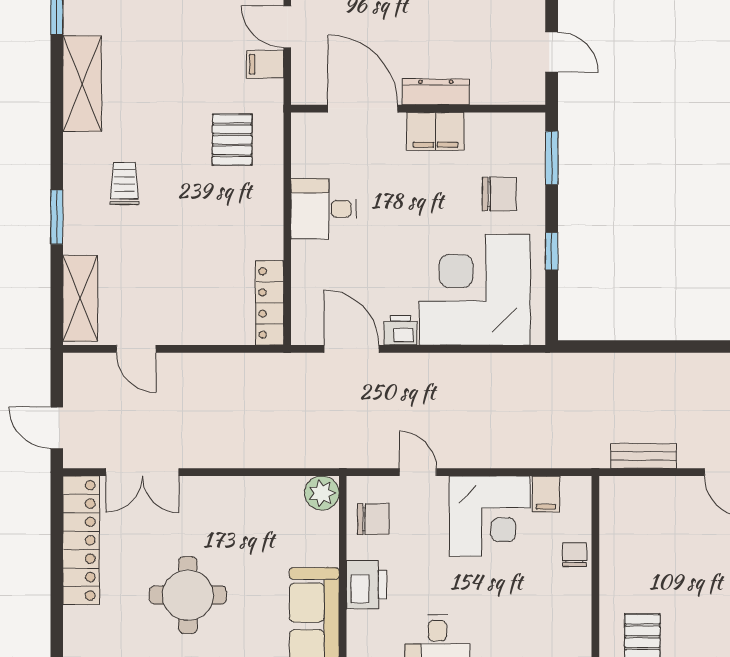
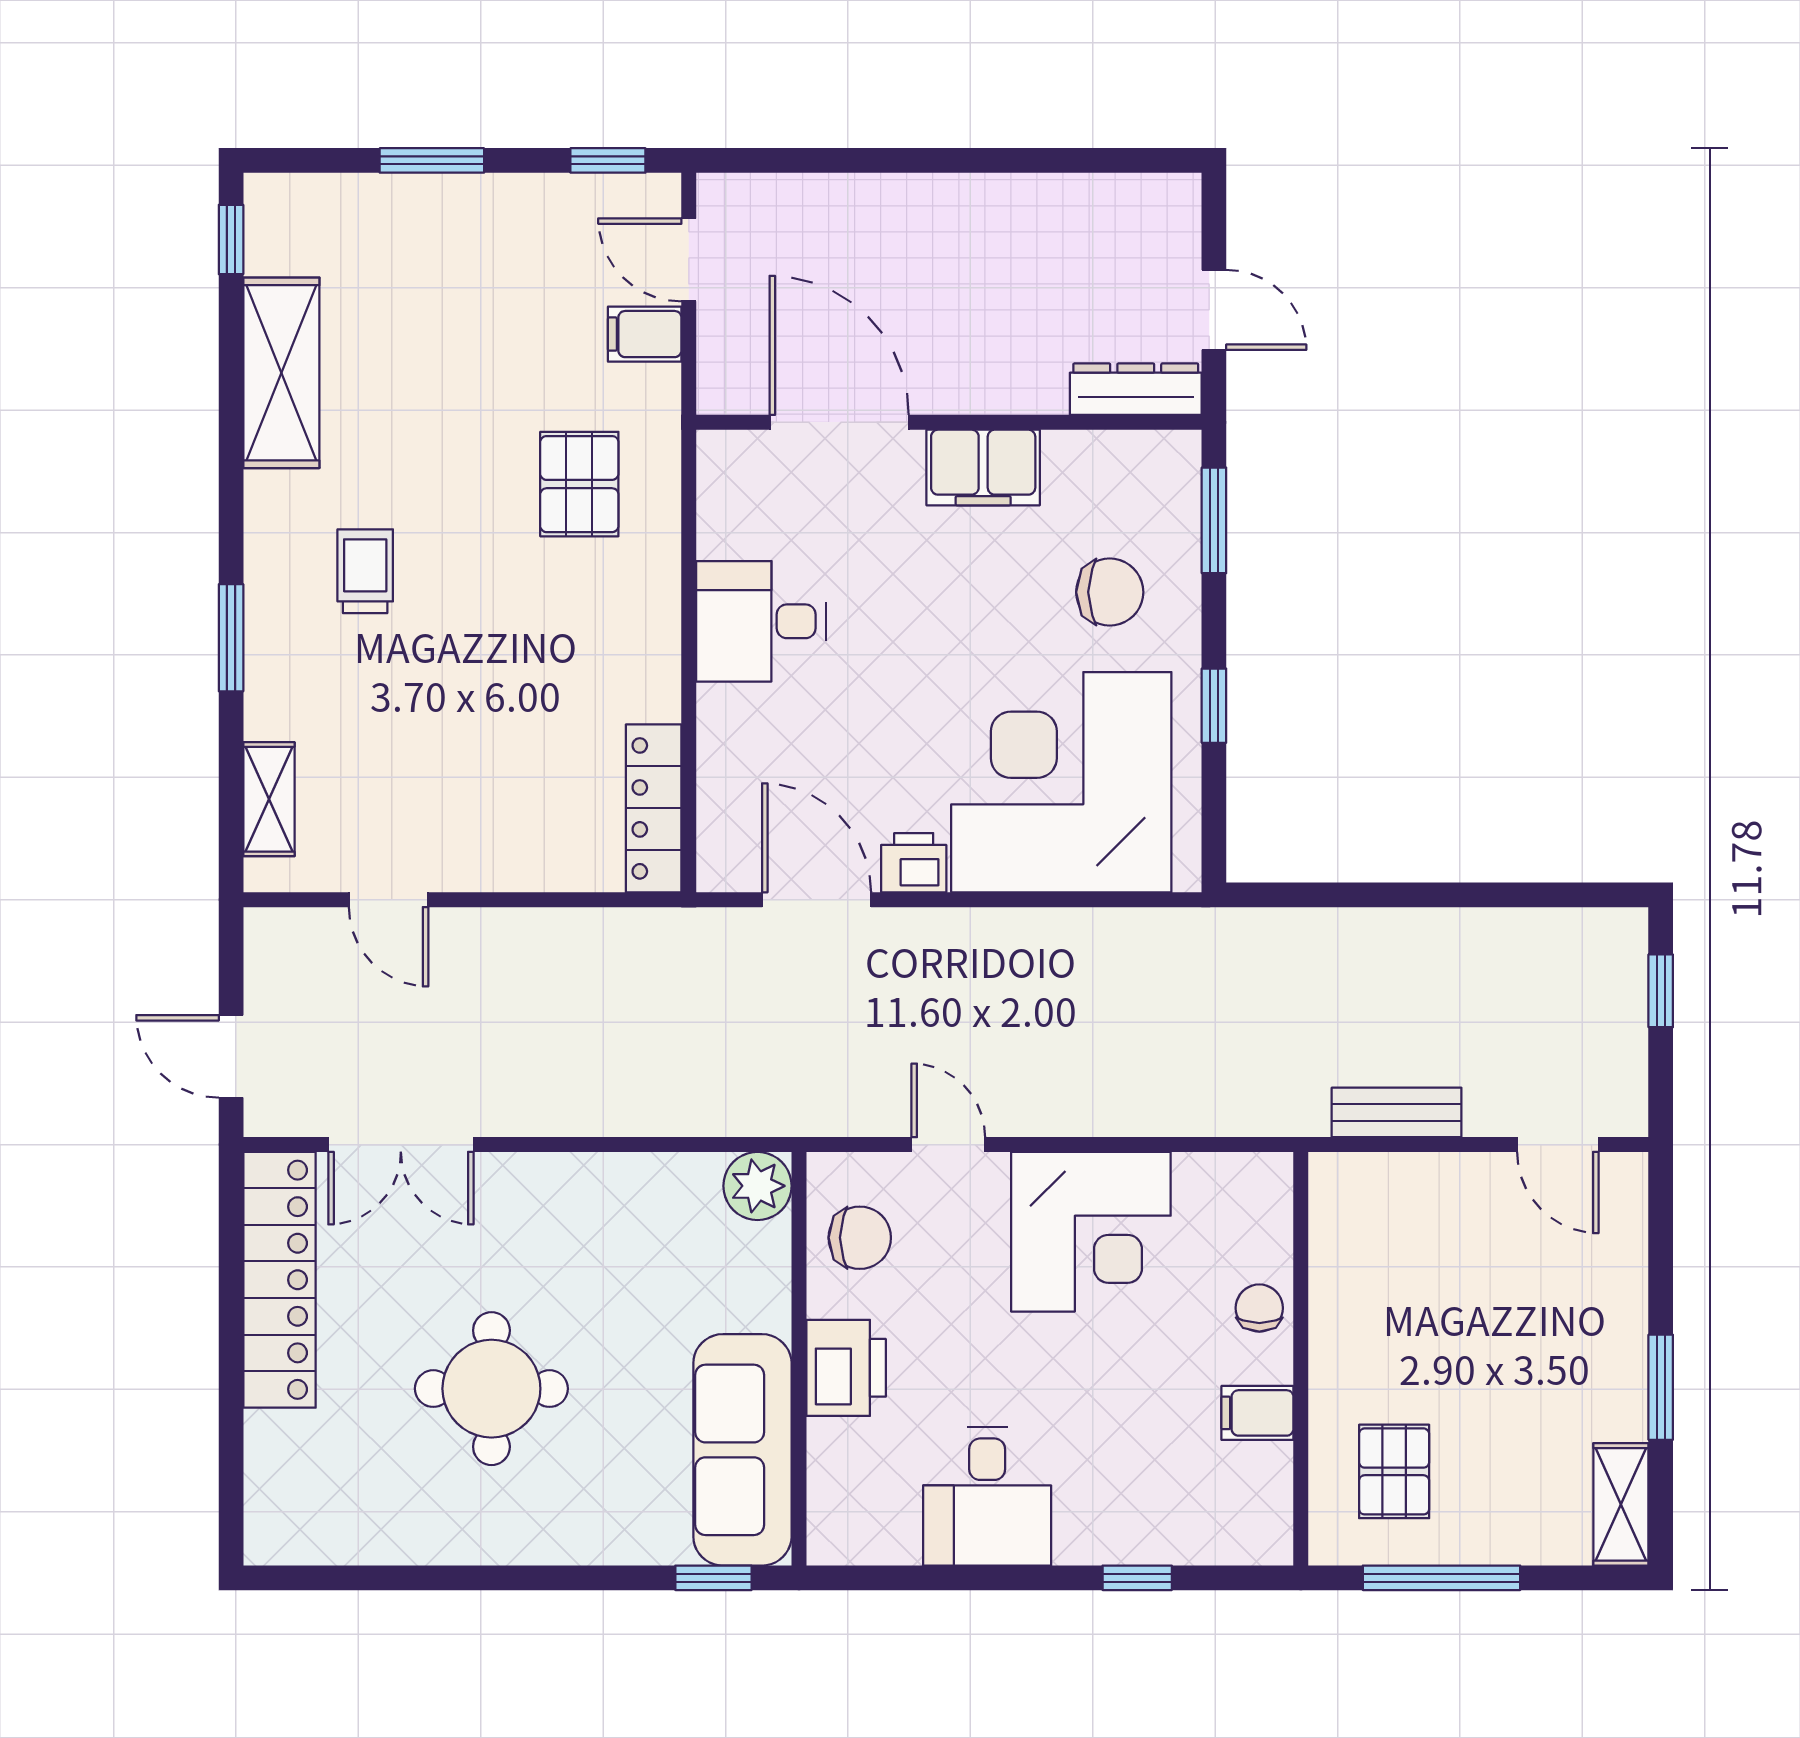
dresser: (436, 92) -> (1136, 389), moved
shelving: (80, 298) -> (269, 799), width x0.67, depth x0.75
filing cabinet: (546, 494) -> (1257, 1413), moved, turned 90

